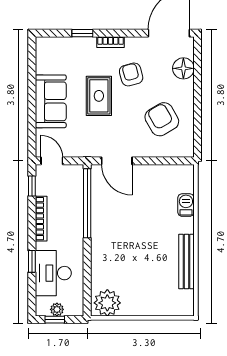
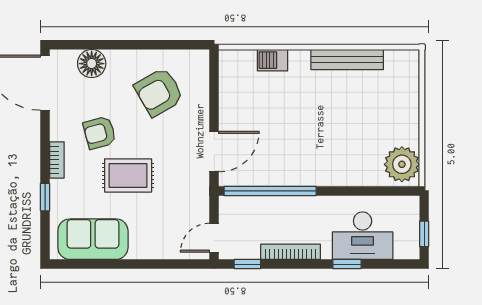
sofa: (51, 101) -> (93, 239), moved
plant: (57, 309) -> (411, 231), removed

